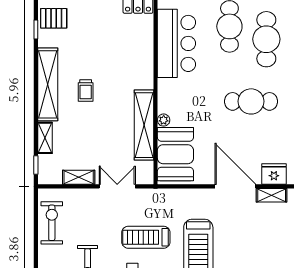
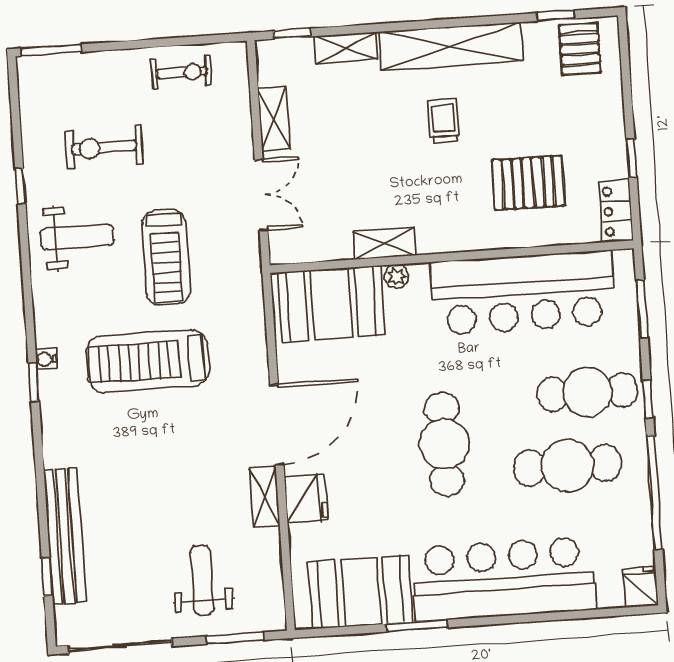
bar counter: (176, 43) -> (523, 293), width x1.36
pallet: (120, 49) -> (528, 183), added
trolley: (86, 90) -> (444, 121), turned 90
shelving: (144, 125) -> (384, 243), width x0.45, depth x0.75
exercise bike: (52, 223) -> (181, 72), width x0.73, depth x0.72
treadmill: (146, 237) -> (166, 257), turned 180

